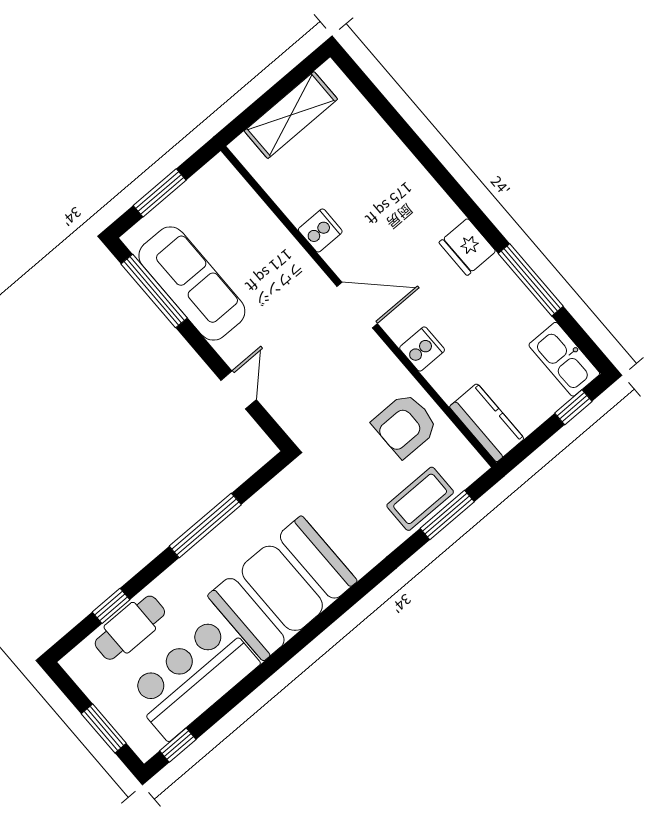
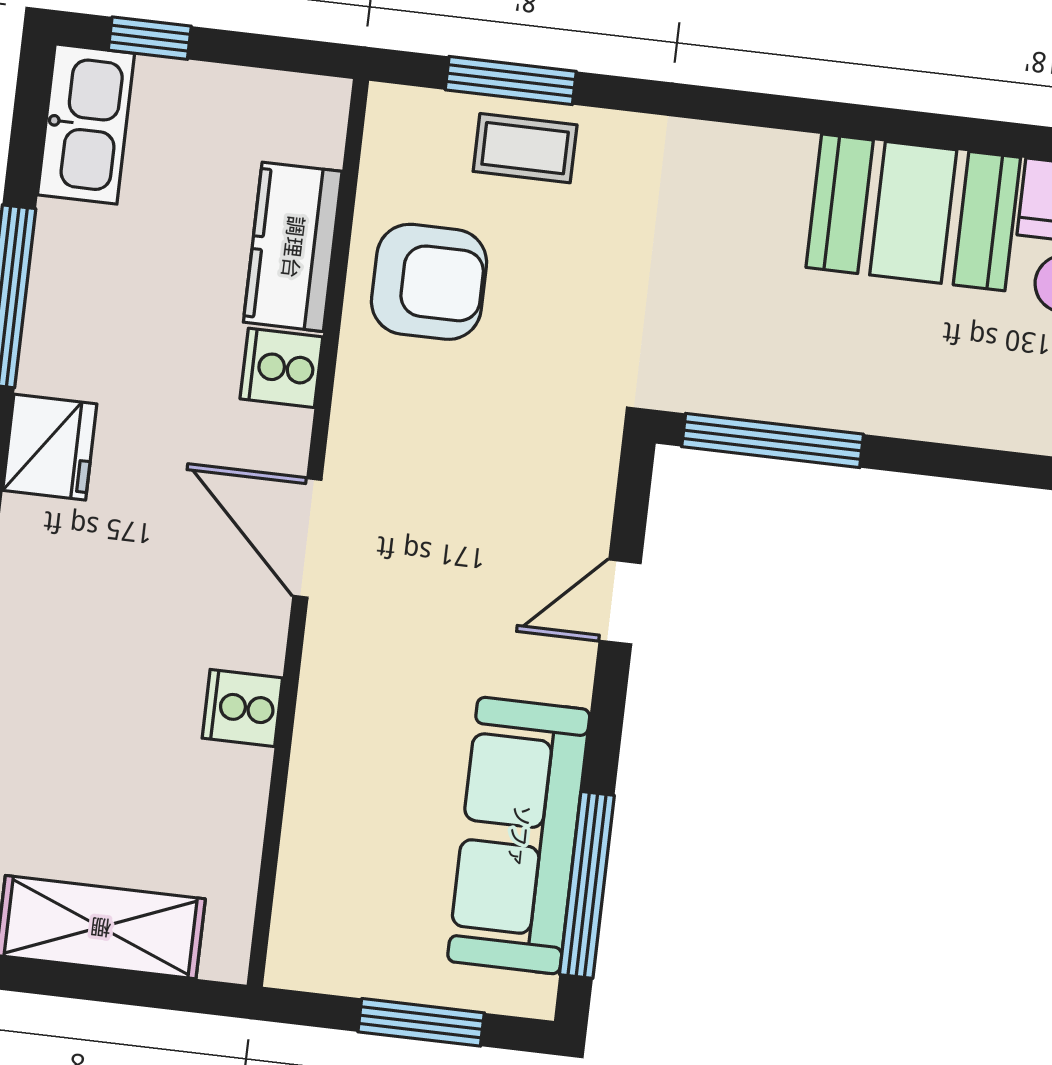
kitchen counter: (487, 423) -> (293, 247), moved
coffee table: (420, 499) -> (525, 148), width x0.73, depth x0.77
window: (205, 525) -> (773, 440), moved
booth: (282, 588) -> (913, 212), width x0.73, depth x0.70

